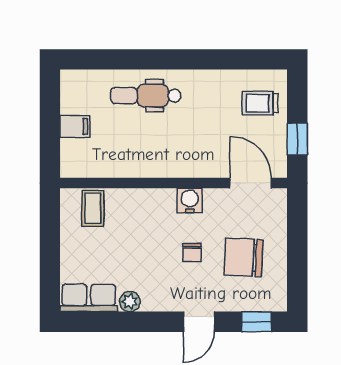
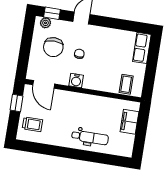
filing cabinet: (75, 126) -> (129, 122), width x2.00
chair: (244, 257) -> (53, 47), turned 87
row of seats: (89, 298) -> (142, 48), moved, turned 90
plant: (130, 302) -> (45, 23), moved

